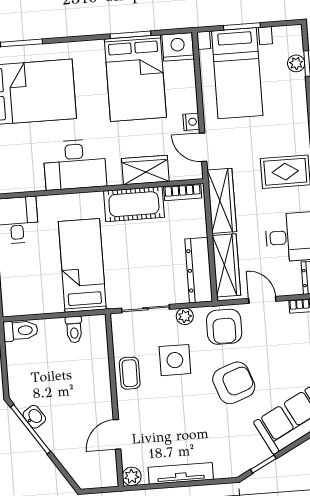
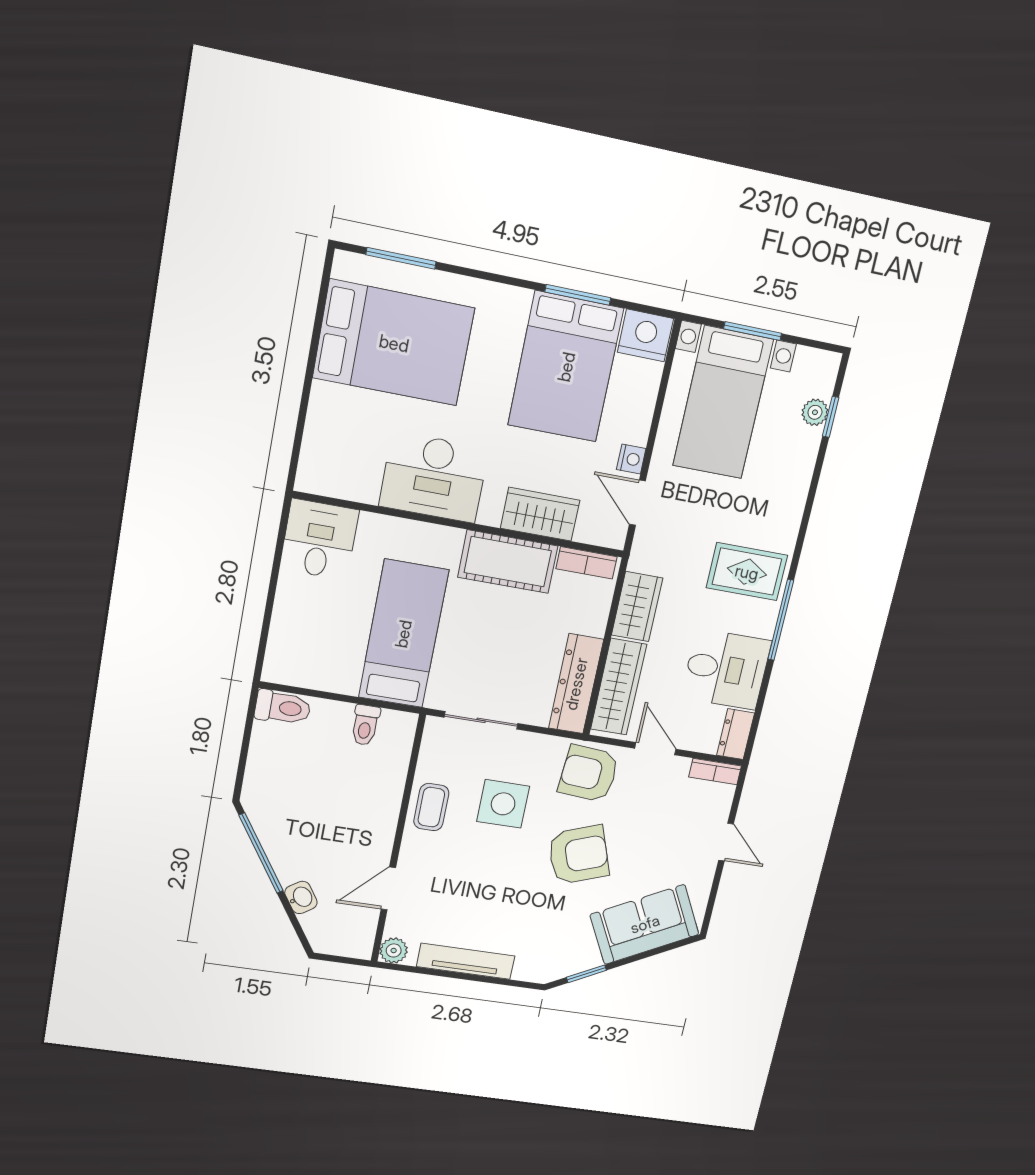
wardrobe: (222, 201) -> (637, 607), width x0.67
plant: (185, 316) -> (536, 745), removed
armchair: (224, 327) -> (589, 774), turned 94
washbasin: (34, 417) -> (301, 897), moved

